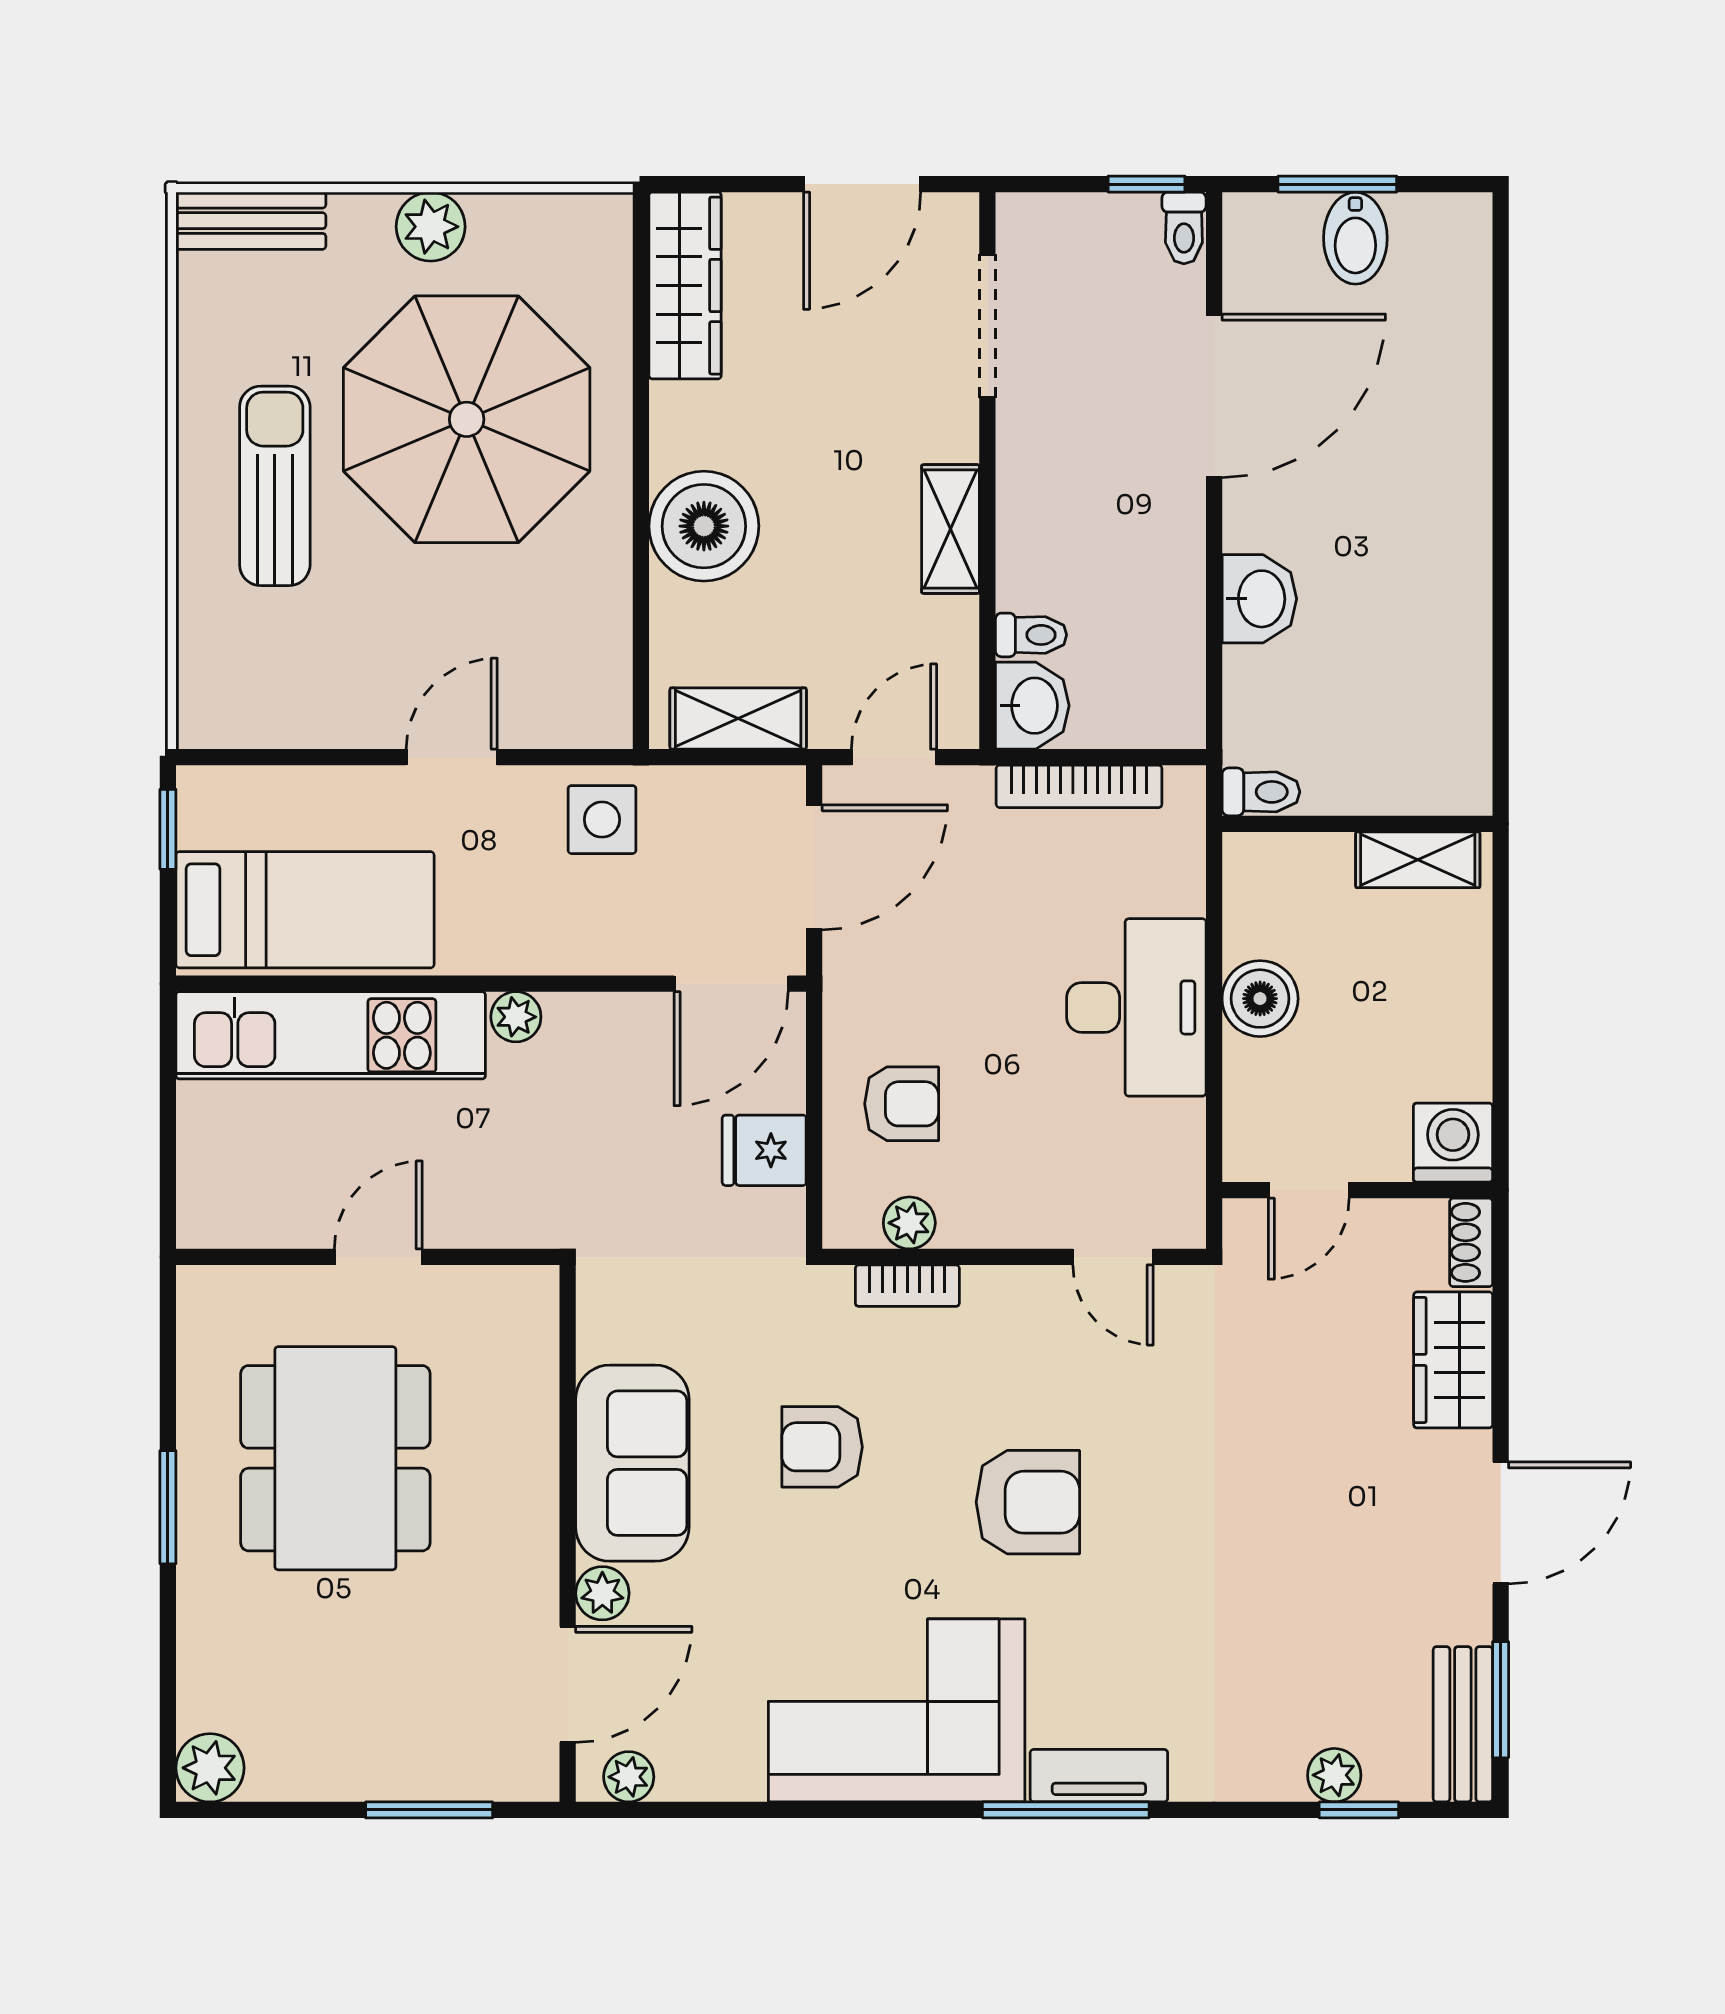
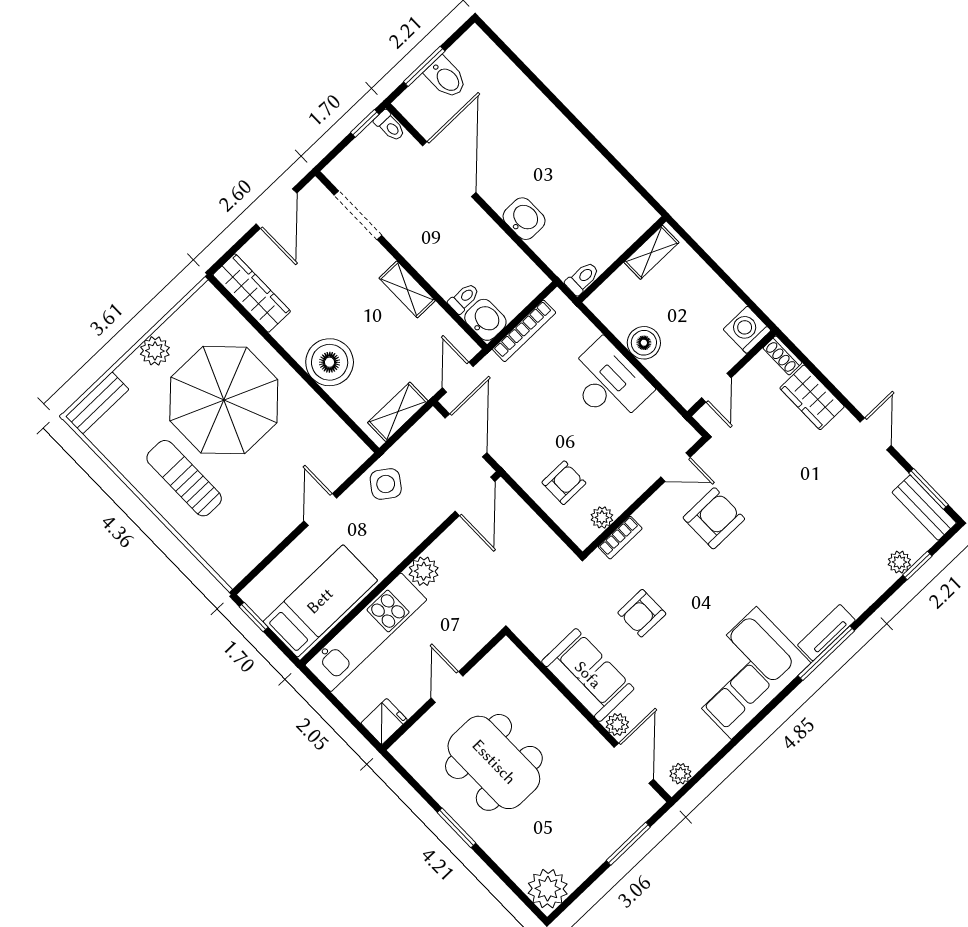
side table: (602, 820) -> (386, 484), turned 36
plant: (516, 1017) -> (424, 571), width x1.38, depth x1.38
fridge: (764, 1150) -> (384, 722), moved, turned 180
armchair: (1028, 1502) -> (714, 518), moved
door: (1501, 1523) -> (876, 434), width x0.73
plant: (210, 1768) -> (548, 889), width x1.36, depth x1.36

